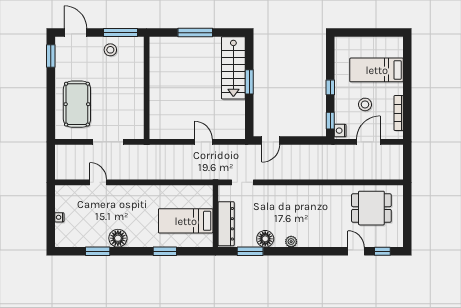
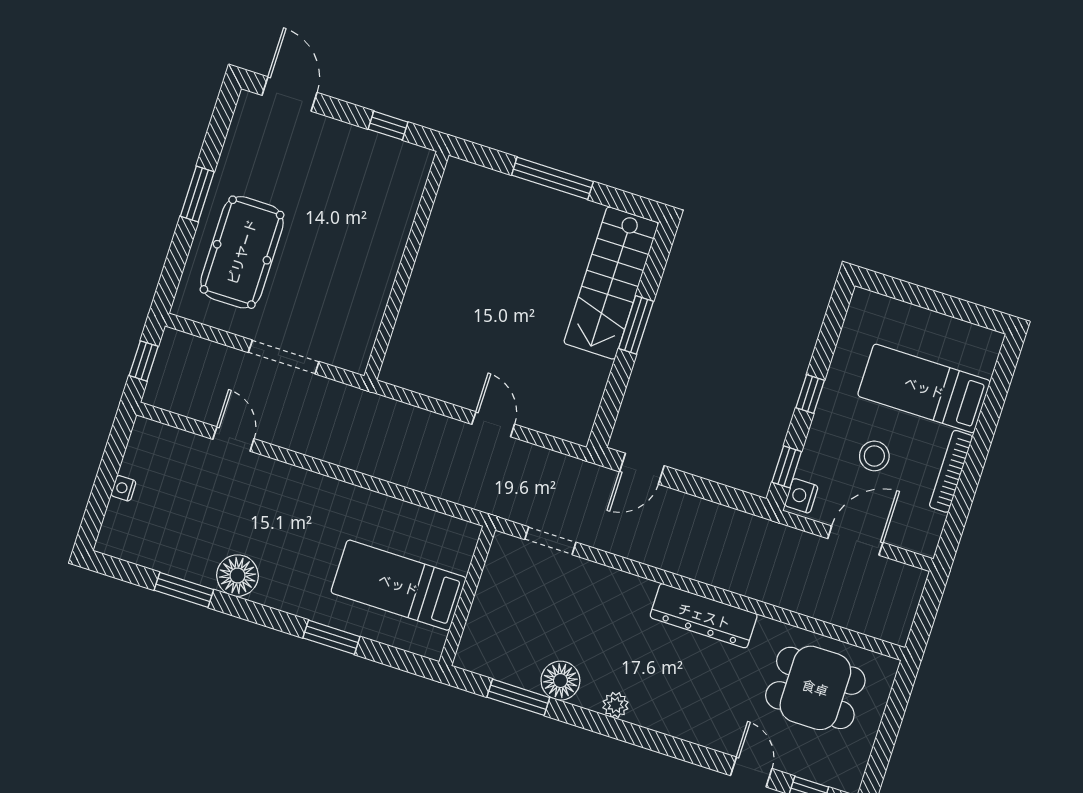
window: (120, 33) -> (388, 126), width x0.46
stool: (110, 50) -> (354, 156), removed
window: (51, 56) -> (197, 194), moved
bookcase: (399, 113) -> (951, 471), moved
window: (51, 162) -> (144, 361), added
dresser: (226, 224) -> (704, 616), moved, turned 90

